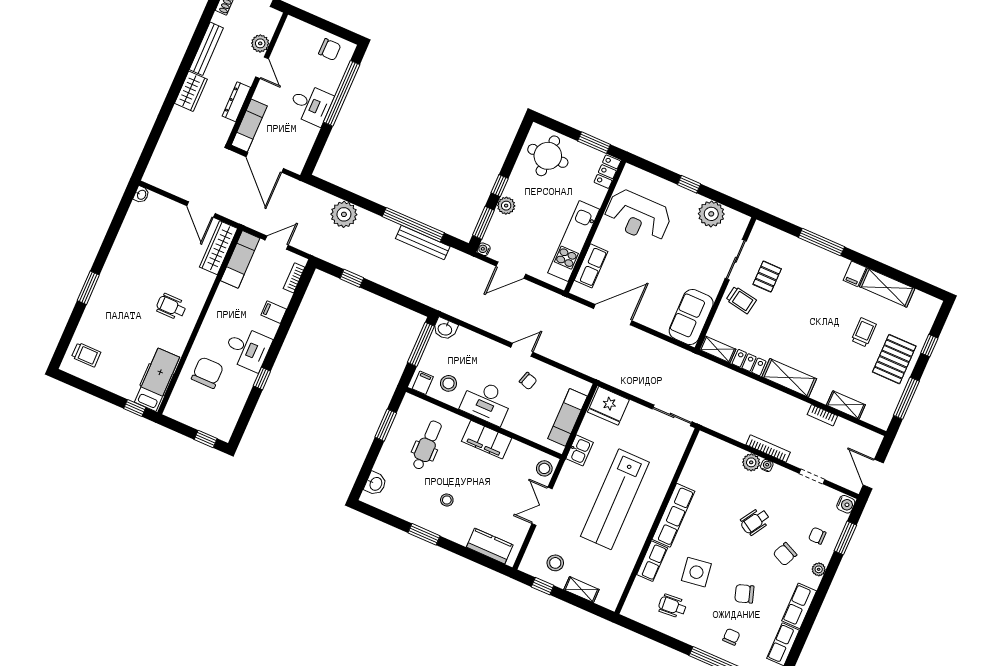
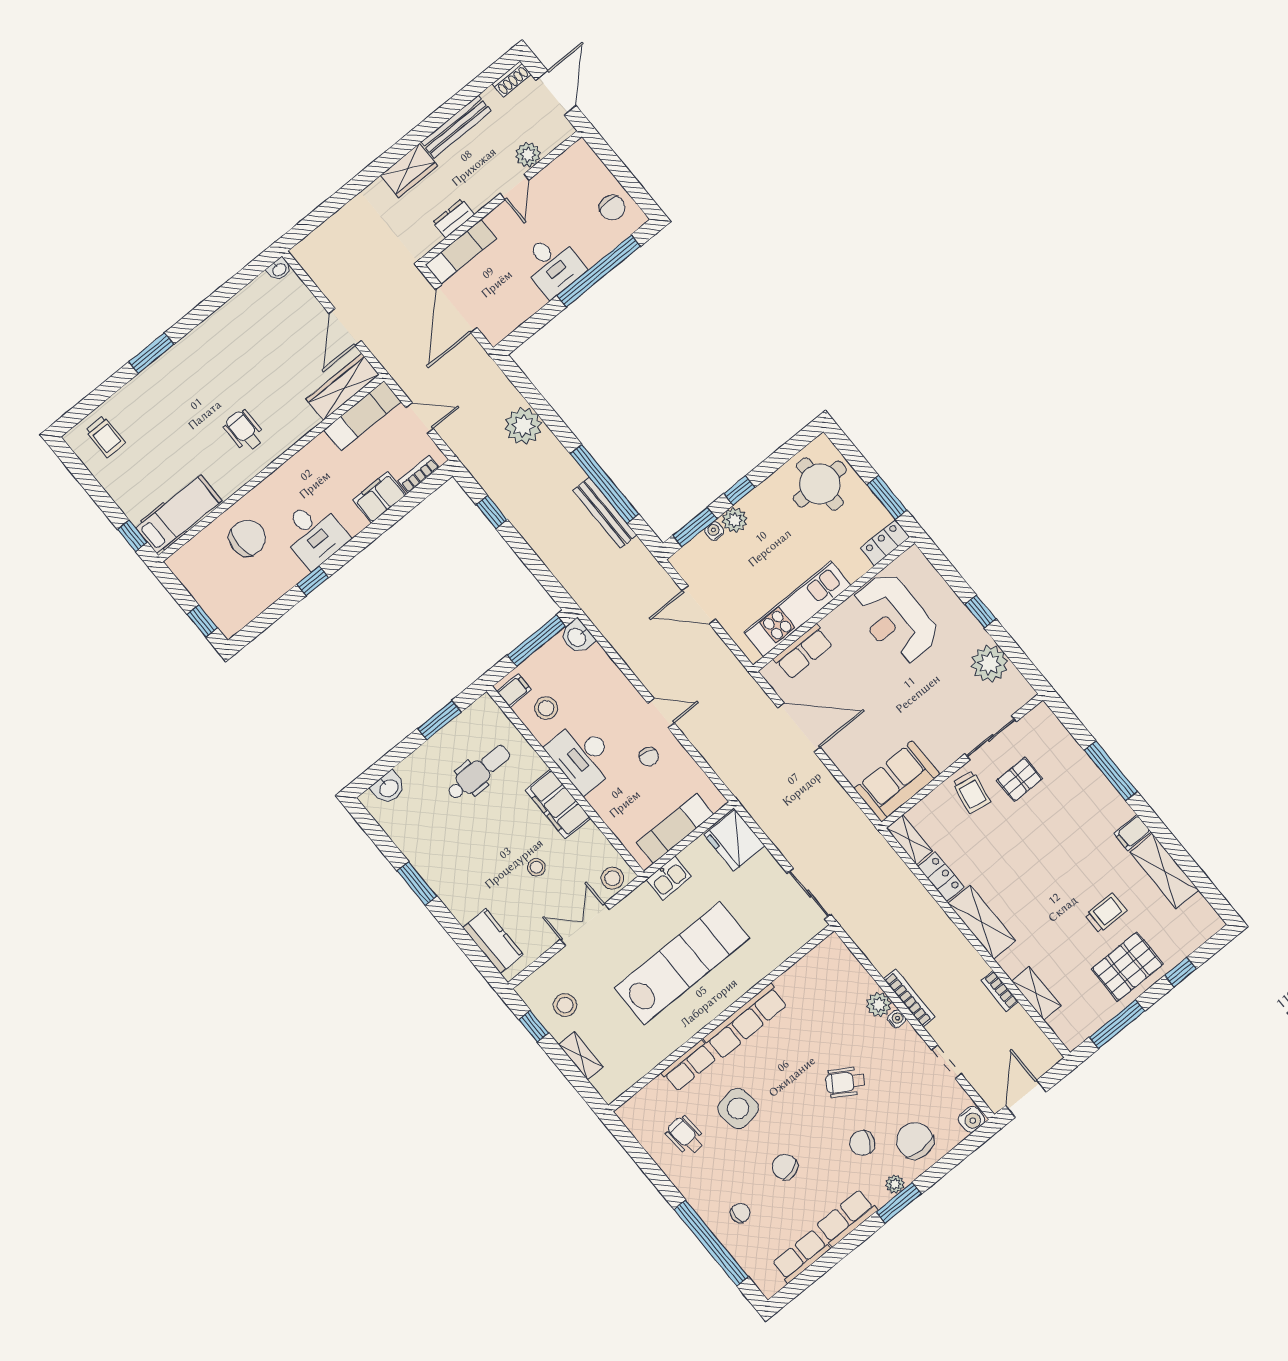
dresser: (236, 102) -> (453, 218), width x0.70
water cooler: (484, 249) -> (714, 531), moved
filing cabinet: (274, 312) -> (380, 497), width x2.00
lab bench: (615, 499) -> (682, 963), turned 180
stool: (447, 500) -> (536, 867), moved
chair: (817, 536) -> (915, 1141), width x1.87, depth x1.87
window: (845, 538) -> (899, 1203), moved

